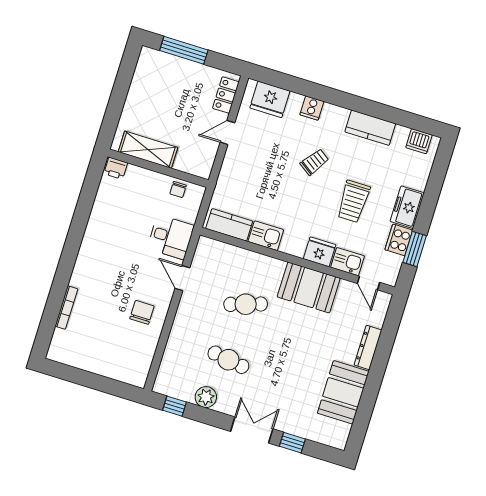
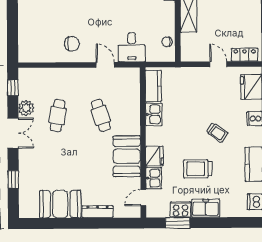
door: (182, 278) -> (105, 65), hinge flipped
double door: (252, 430) -> (13, 133), moved

